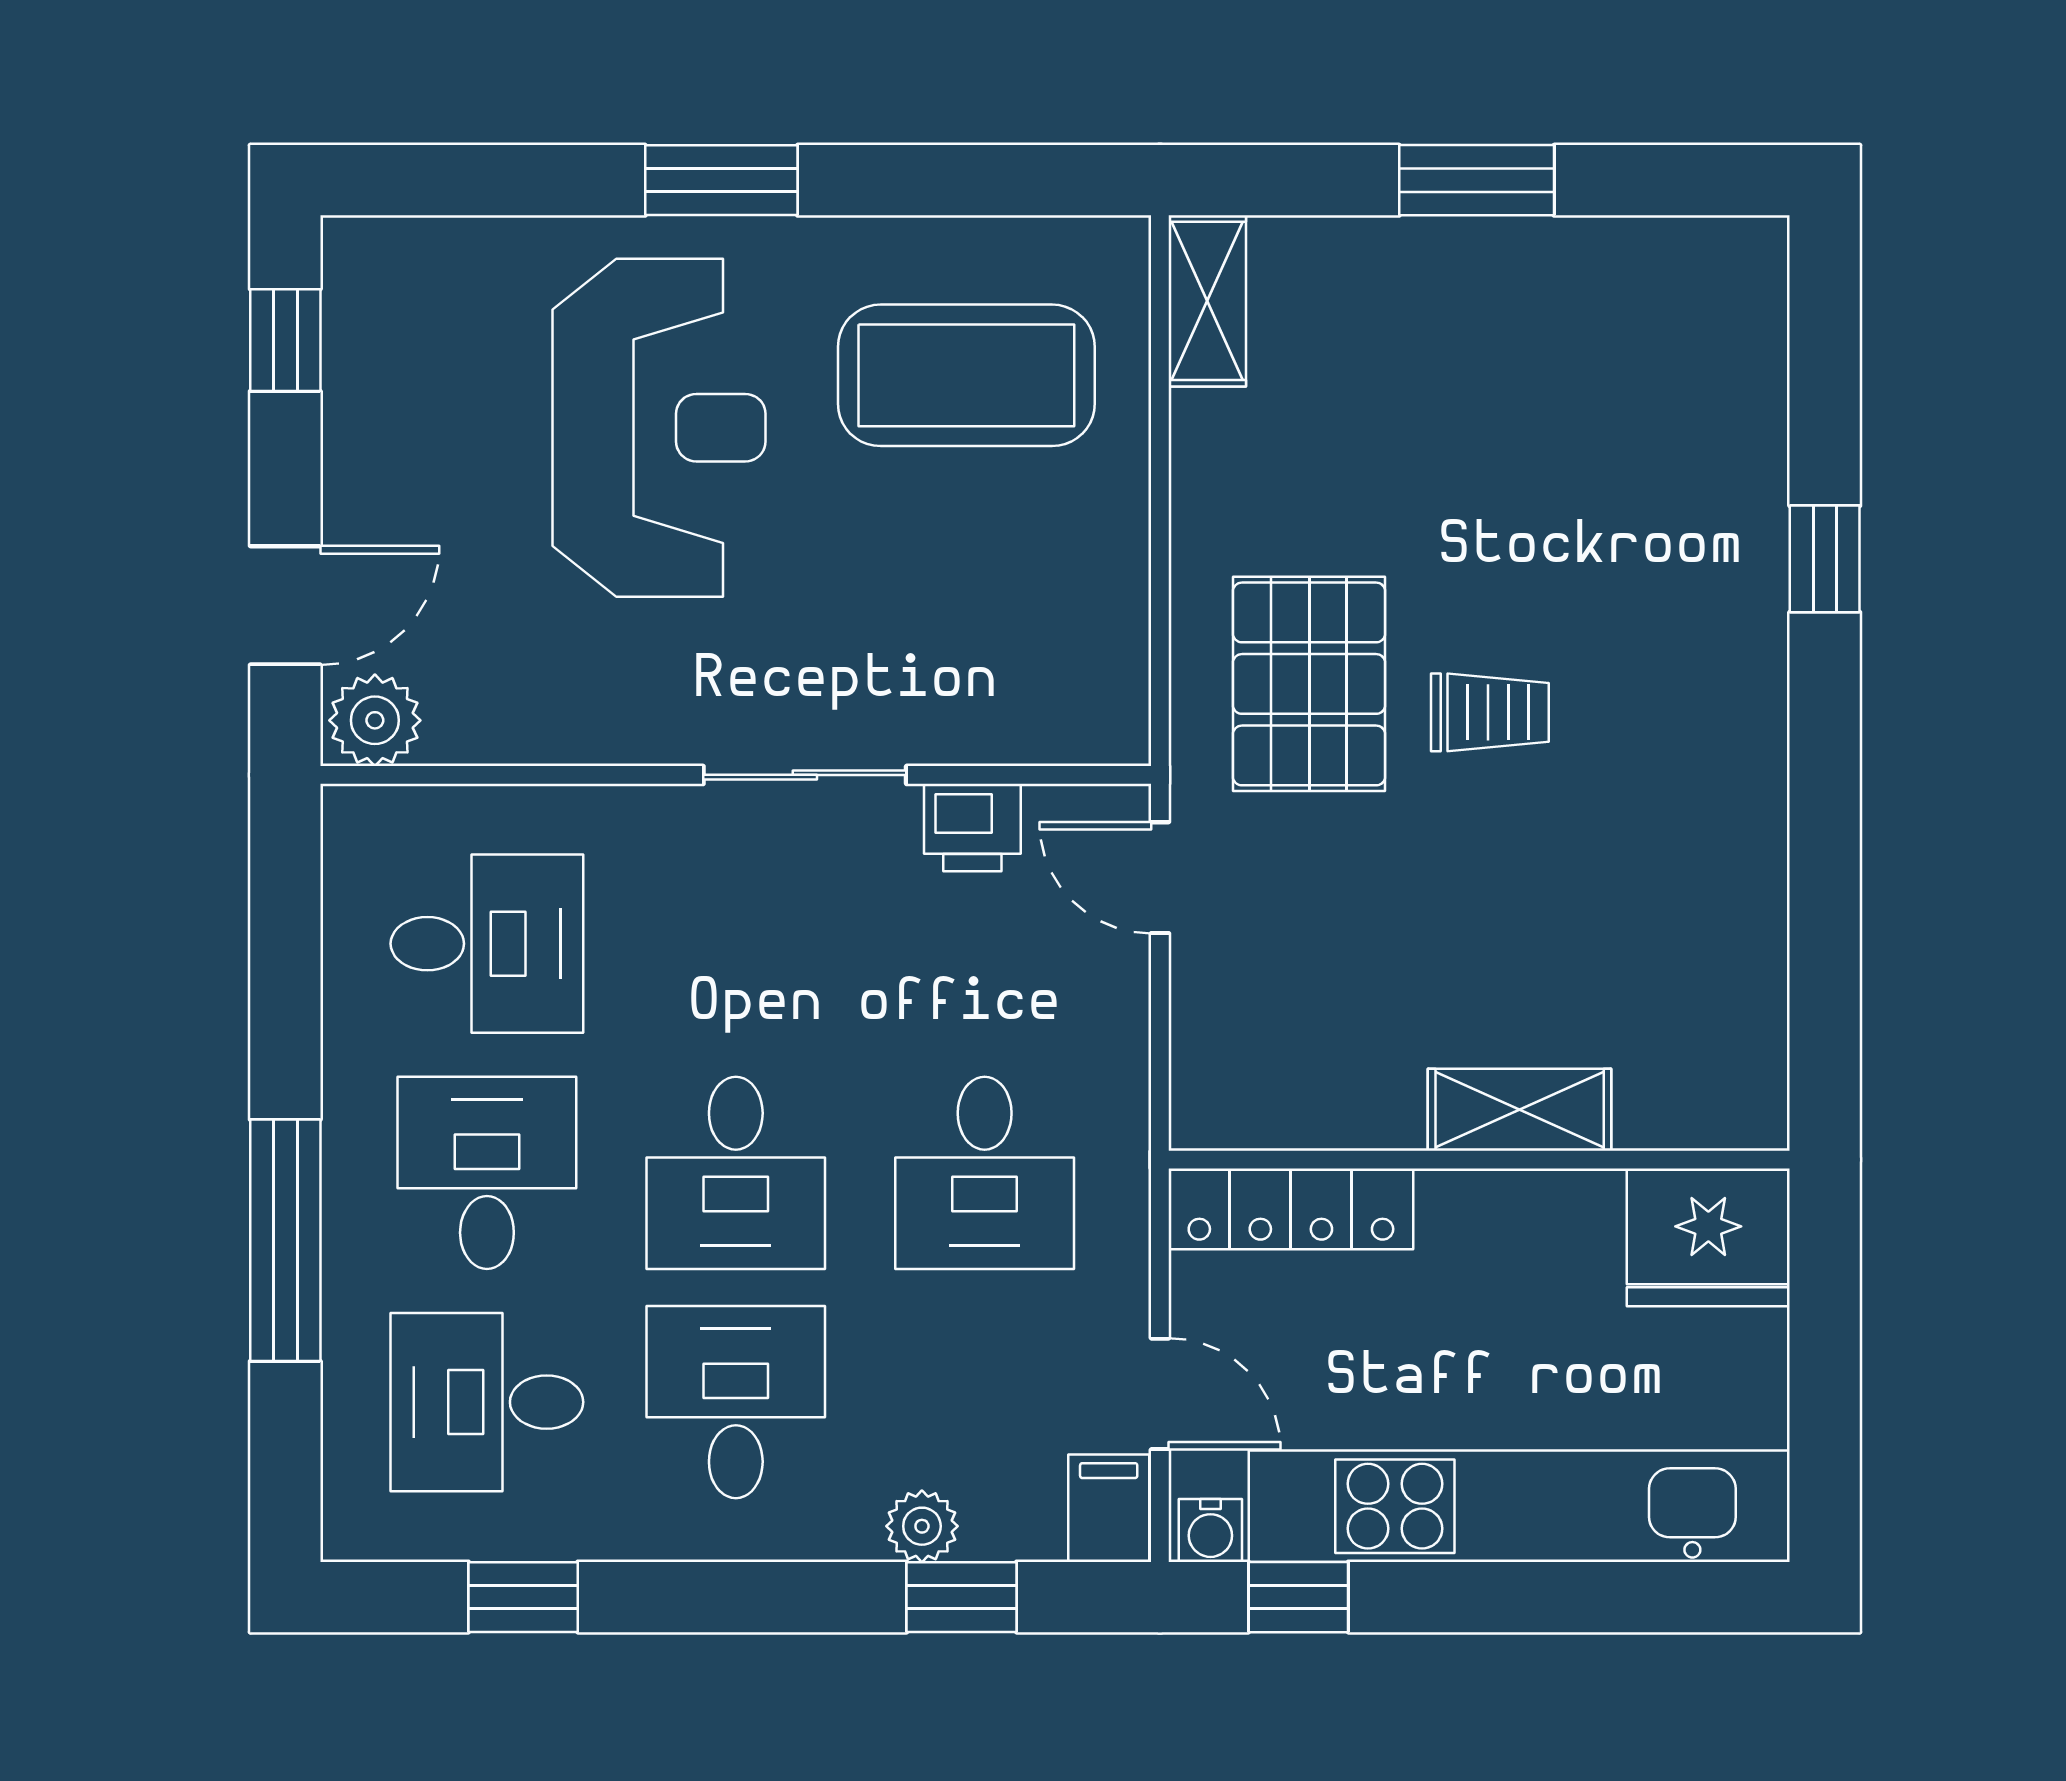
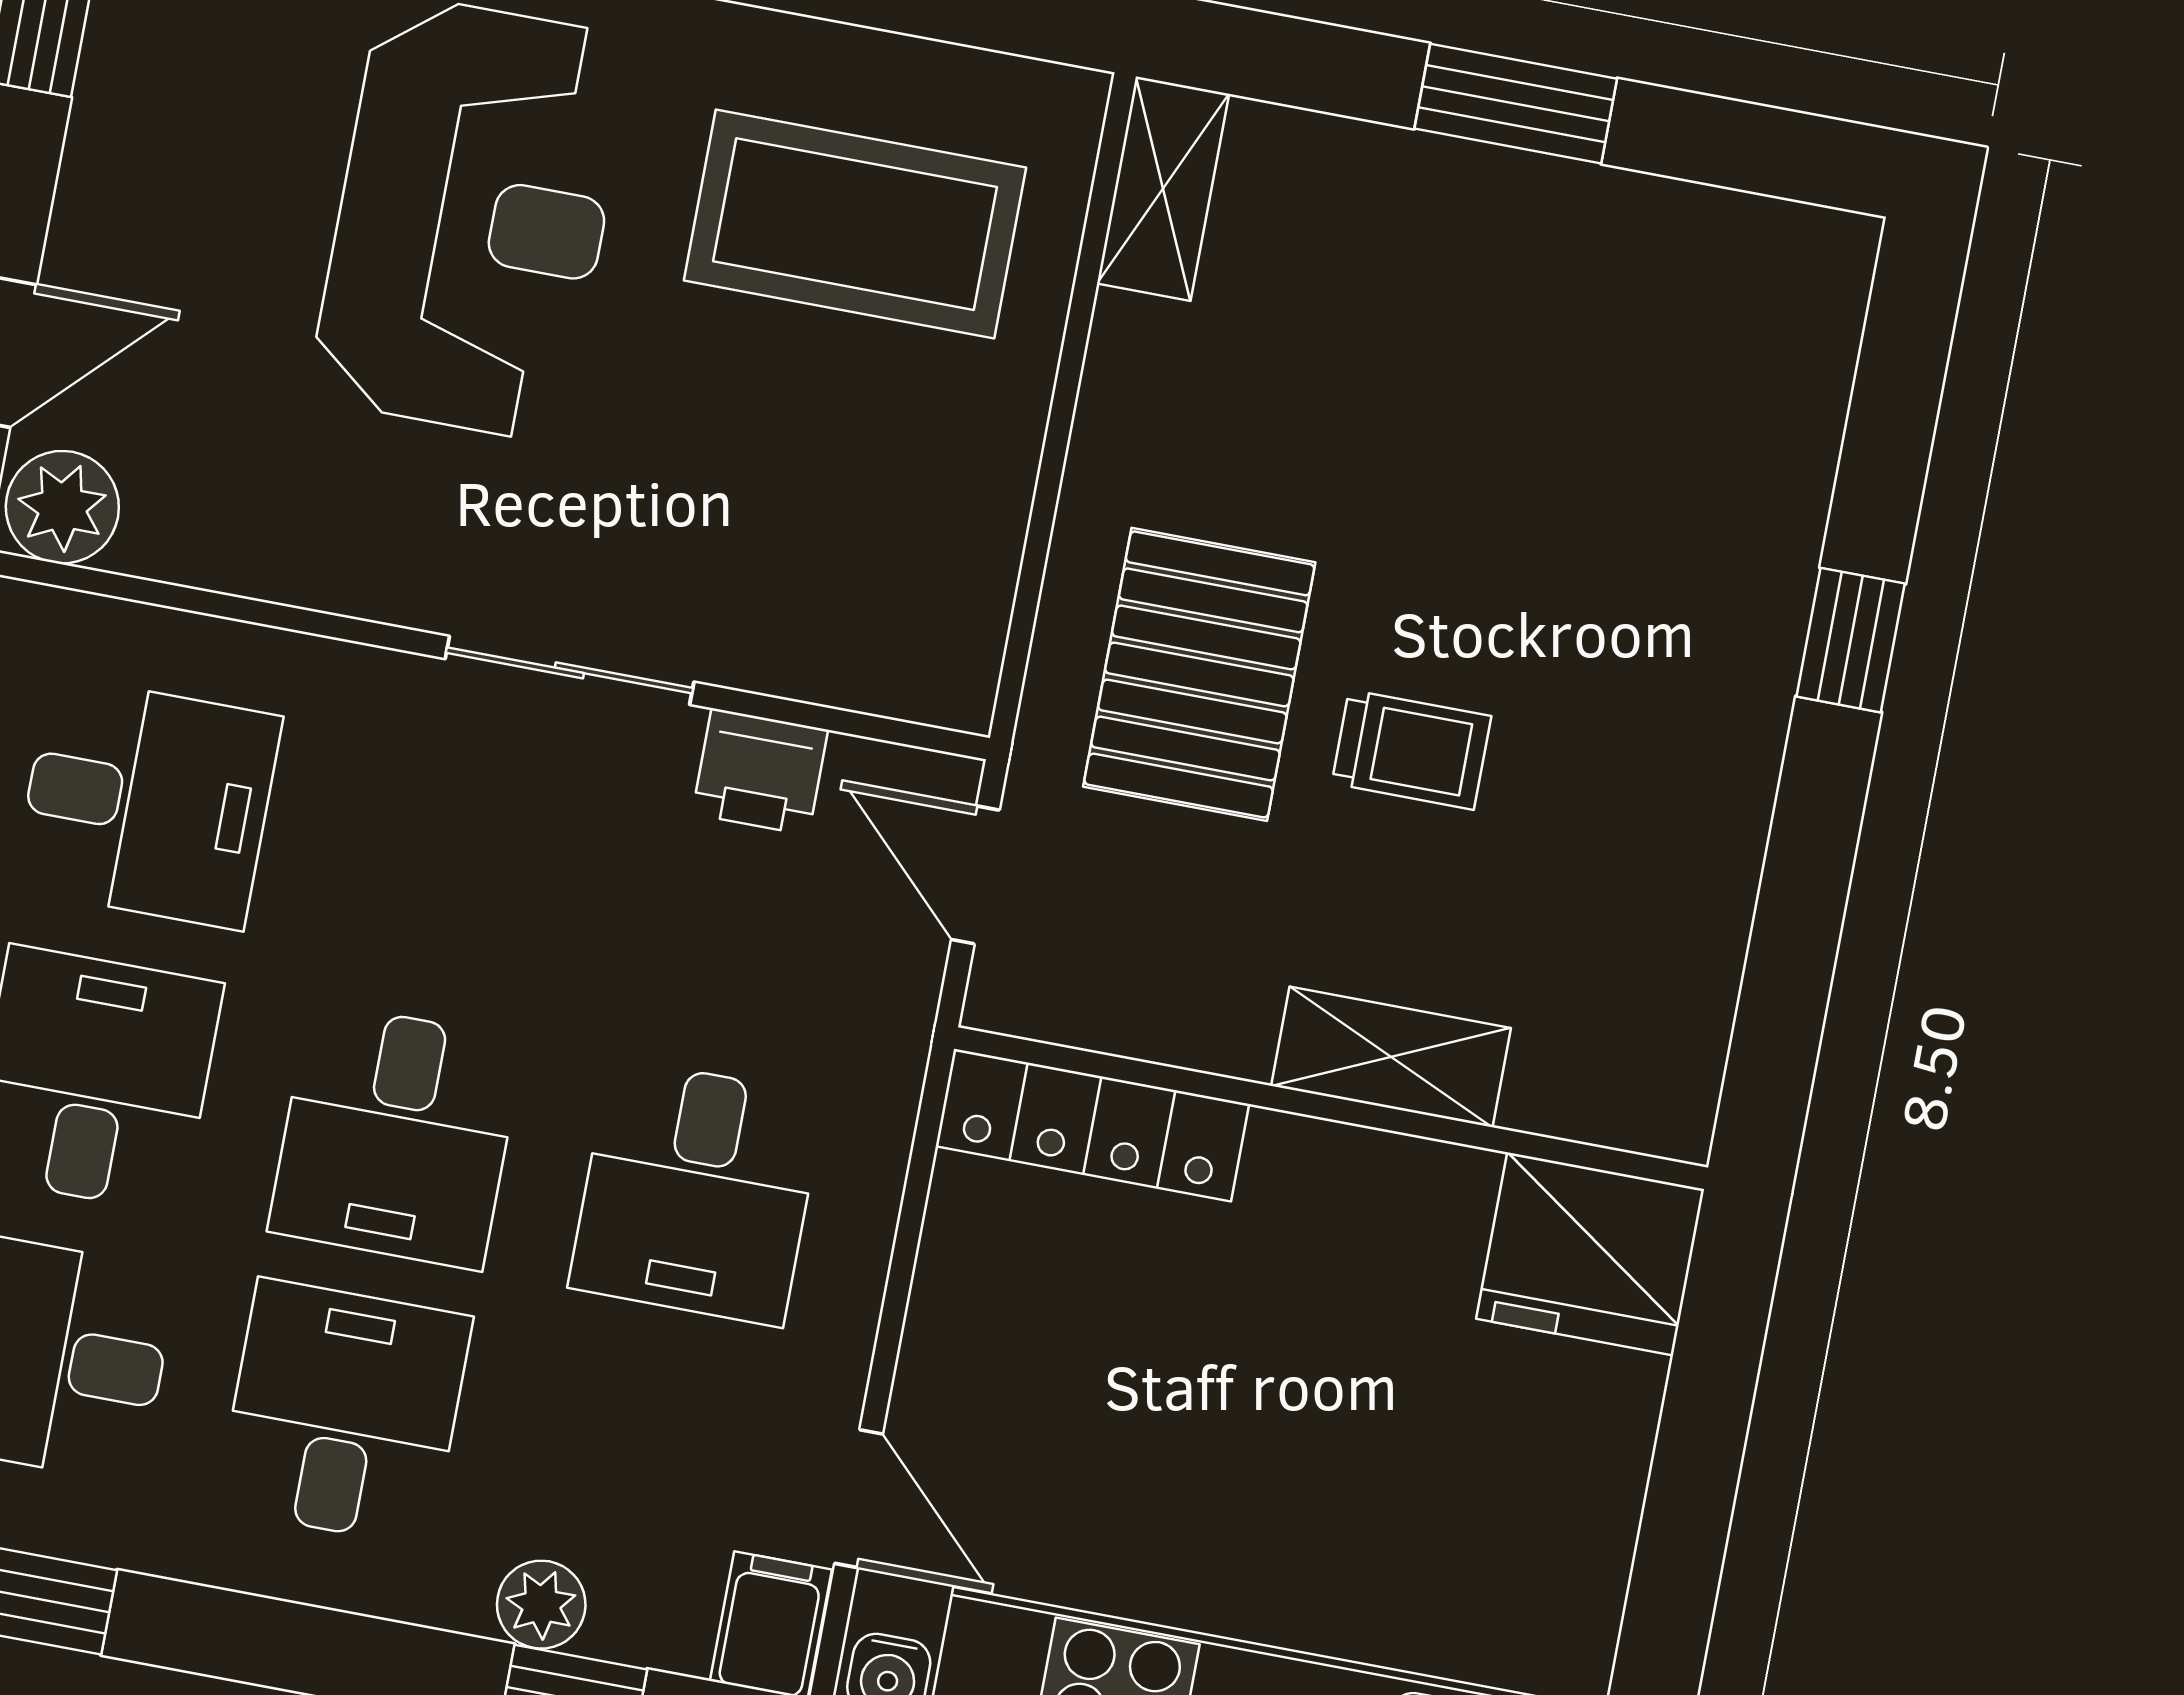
shelving: (1520, 1110) -> (1391, 1057), moved
wall: (1479, 1160) -> (1331, 1108), moved
locker: (1291, 1209) -> (1092, 1125), moved
fridge: (1708, 1237) -> (1590, 1254), moved

